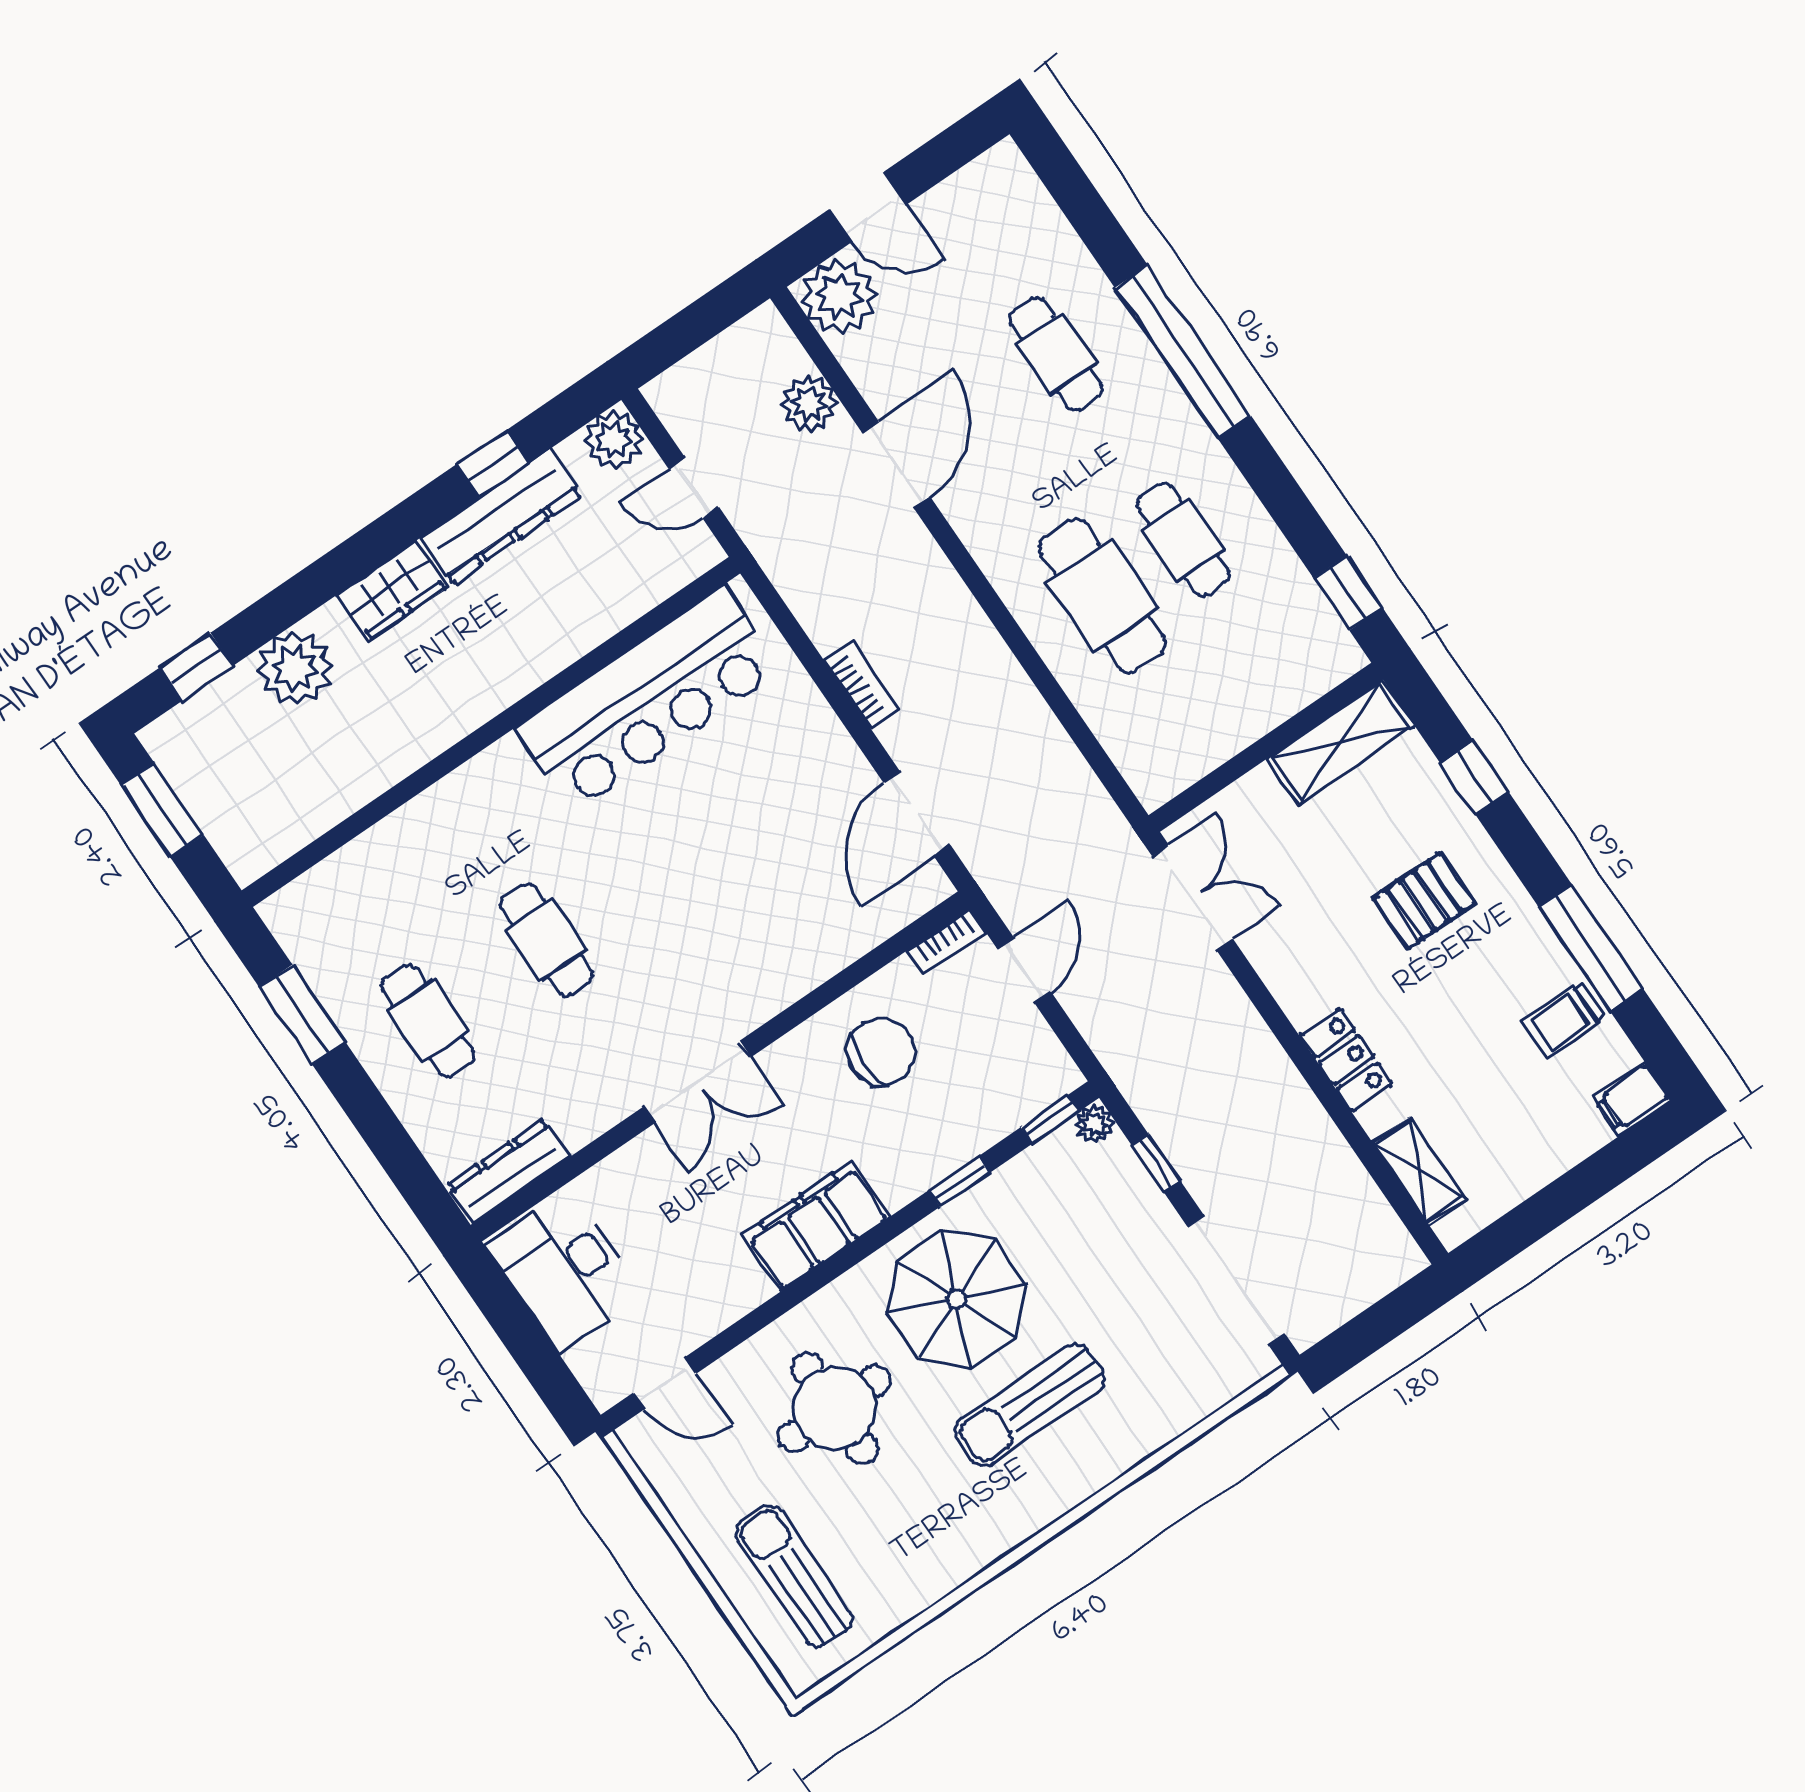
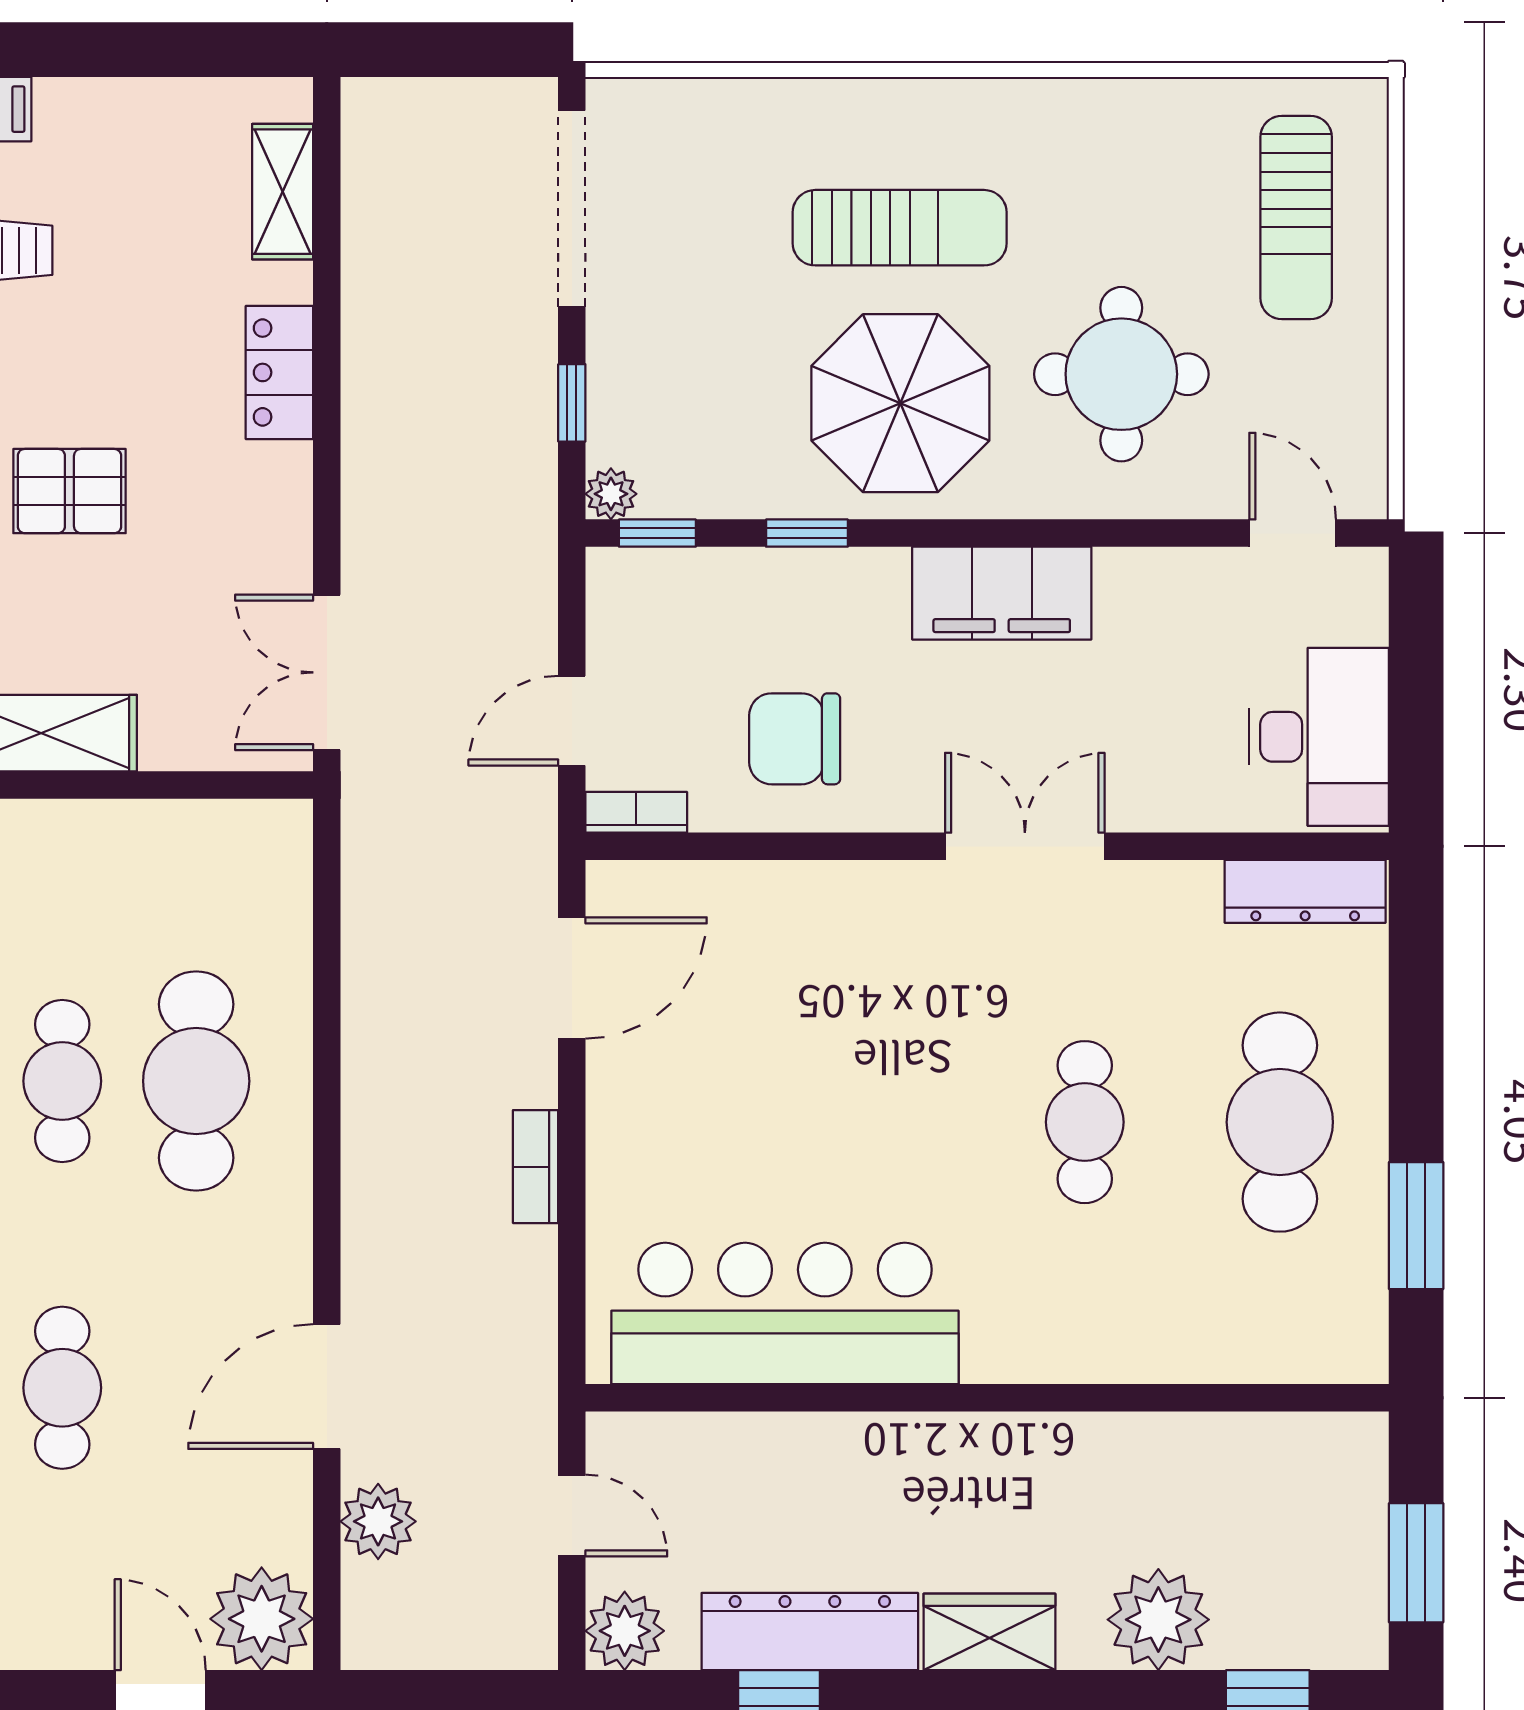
cafe table: (428, 1021) -> (1280, 1122), width x1.37, depth x1.35

